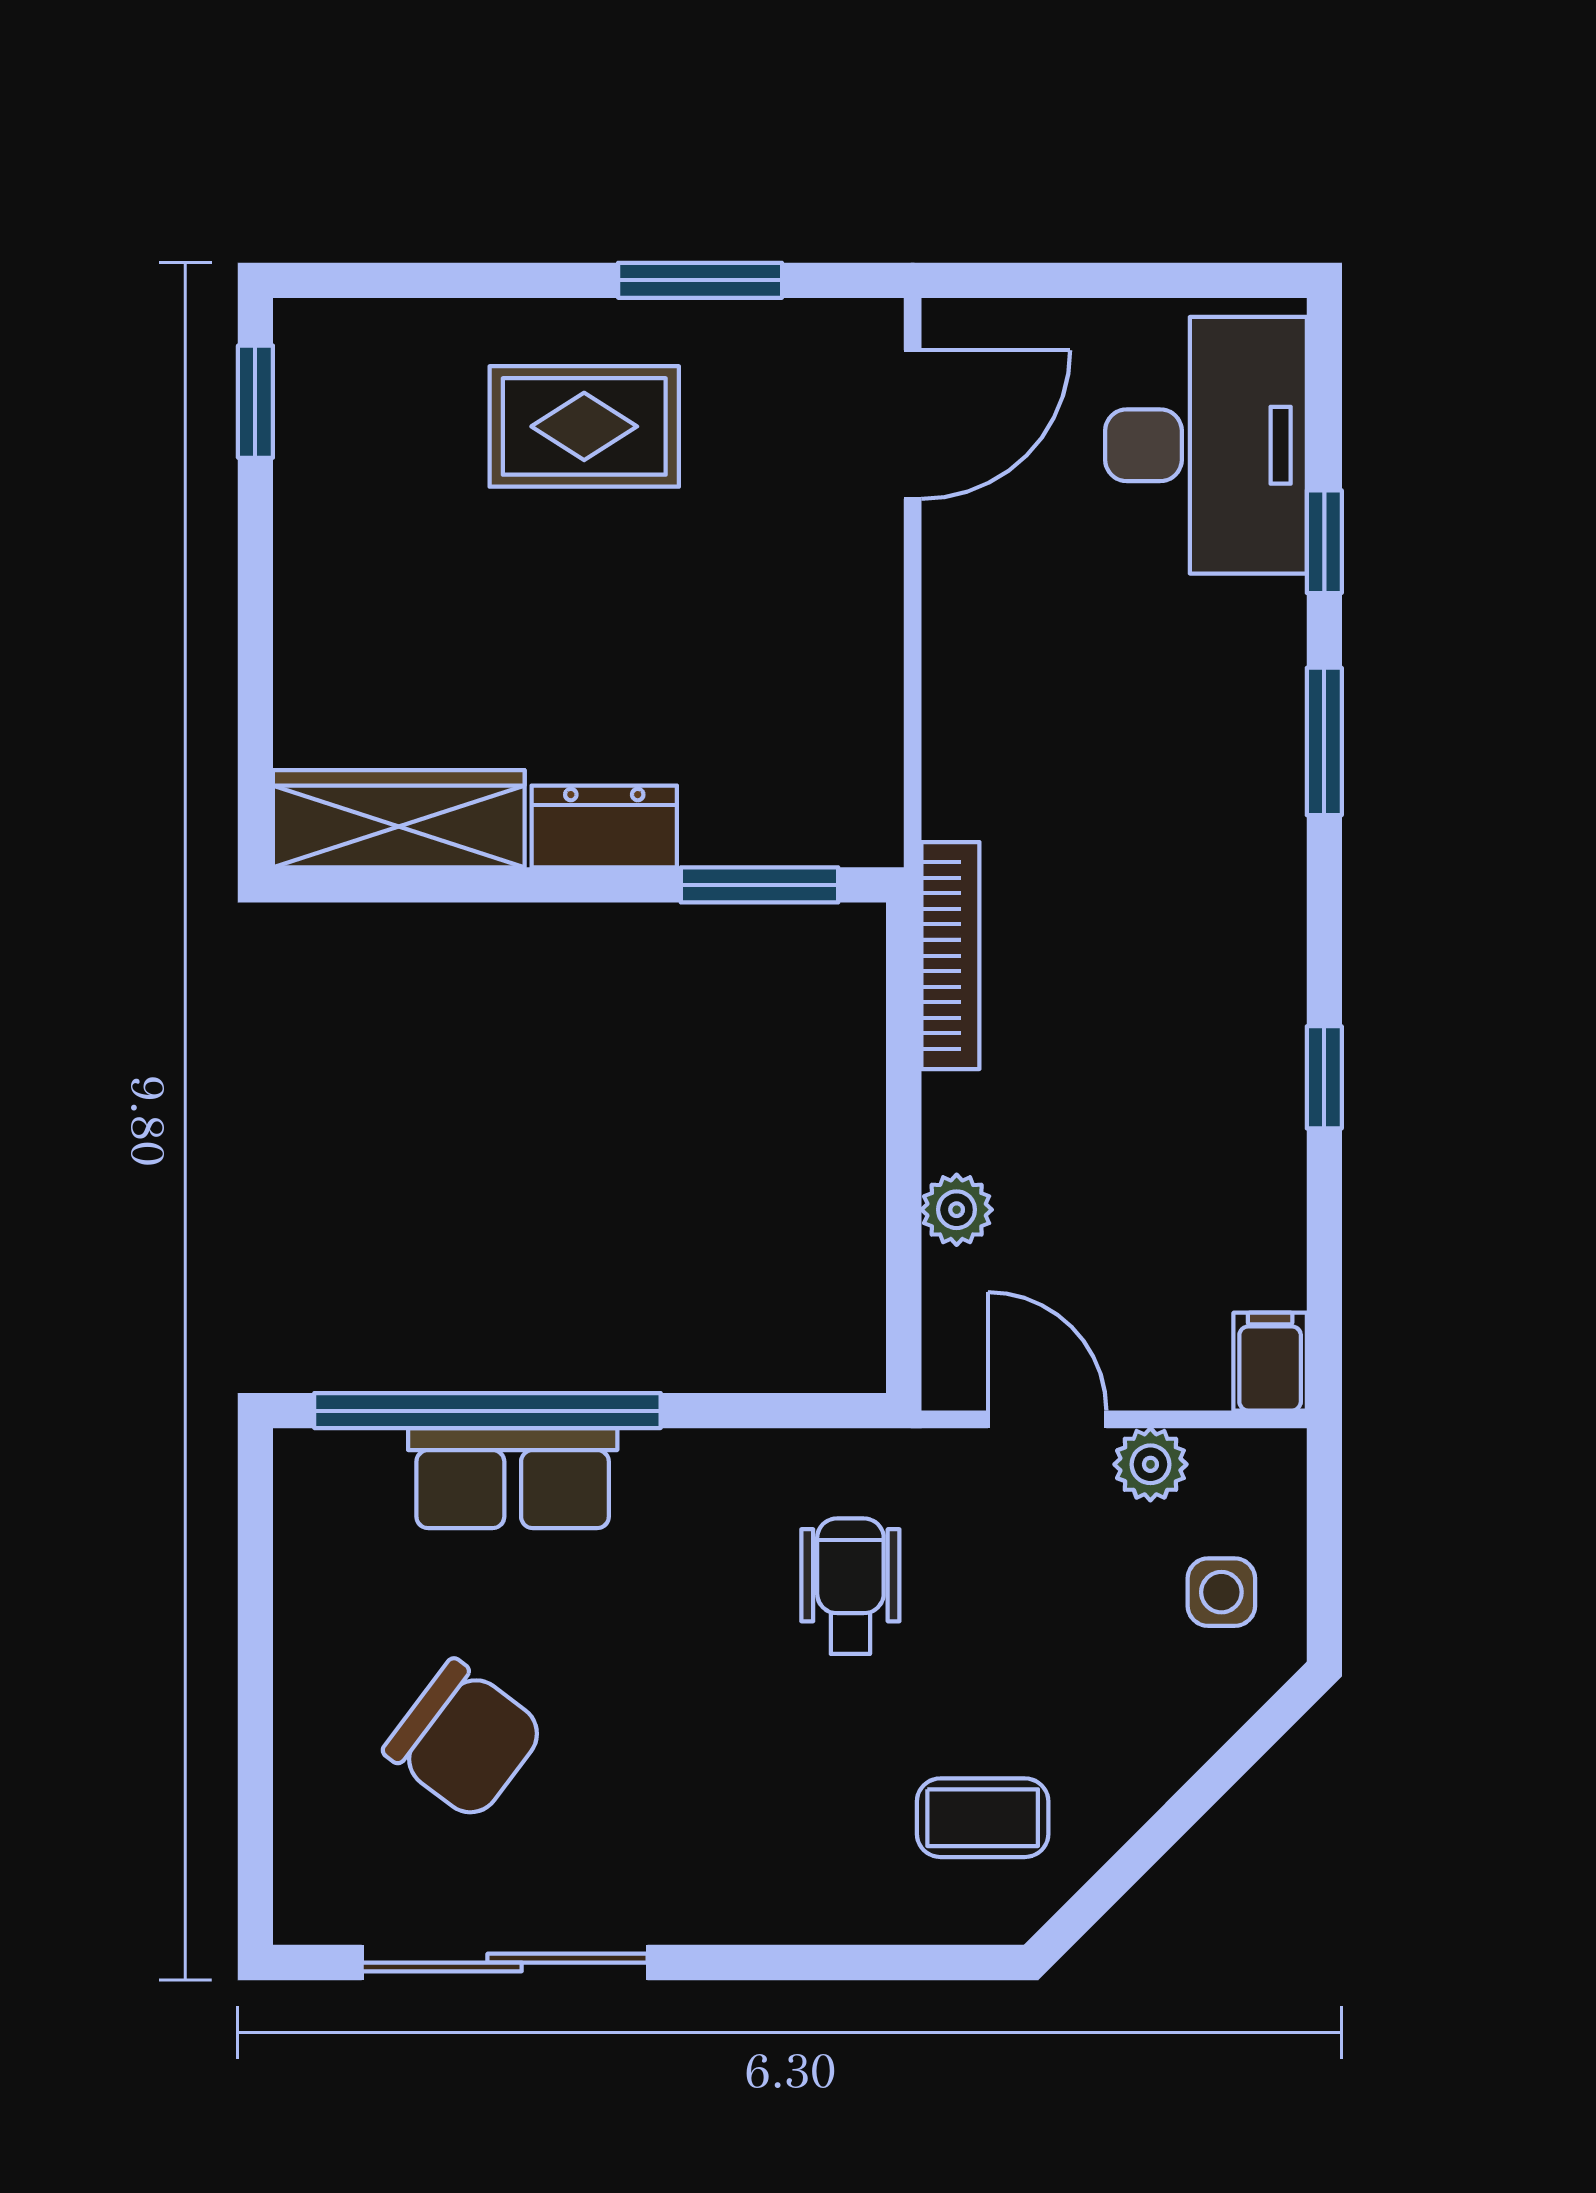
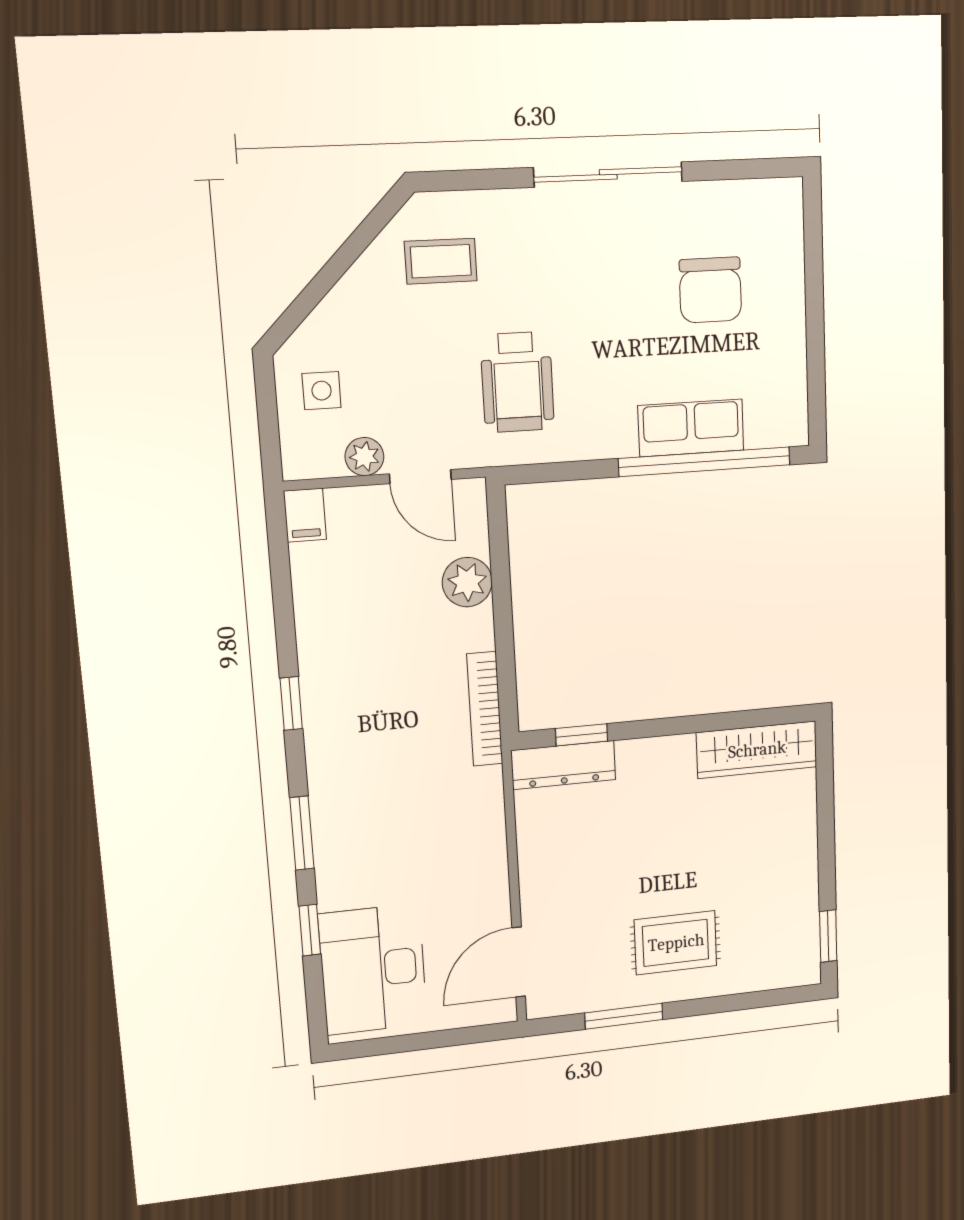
dresser: (604, 826) -> (563, 765), moved, width x1.44
window: (760, 885) -> (582, 735), width x0.67
window: (1324, 1077) -> (291, 703), moved
plant: (957, 1210) -> (467, 582), width x1.38, depth x1.38
wheelchair: (850, 1586) -> (517, 382), width x1.36, depth x1.37
chair: (464, 1740) -> (710, 290), turned -127
sliding door: (505, 1963) -> (608, 174), moved

